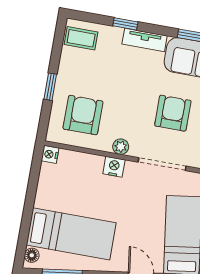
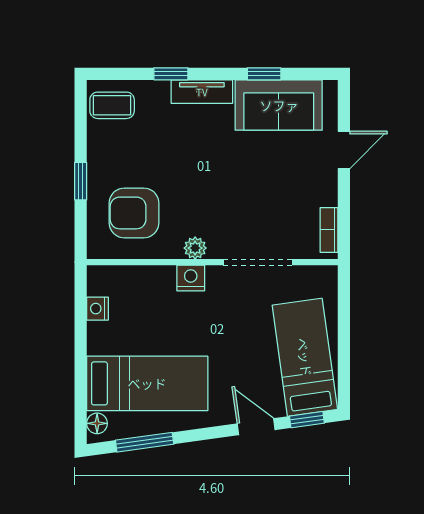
armchair: (173, 113) -> (260, 188), removed
armchair: (83, 115) -> (134, 213), turned -90
nightstand: (50, 154) -> (98, 309), moved

